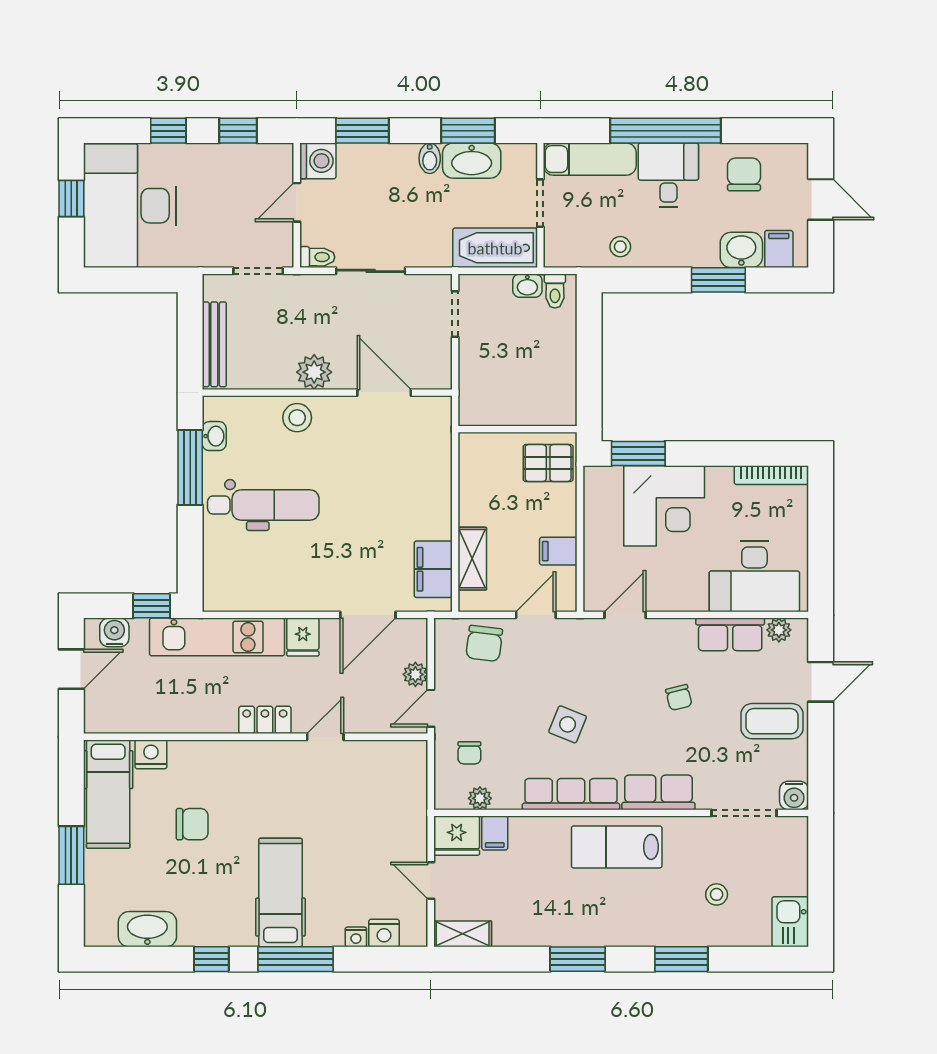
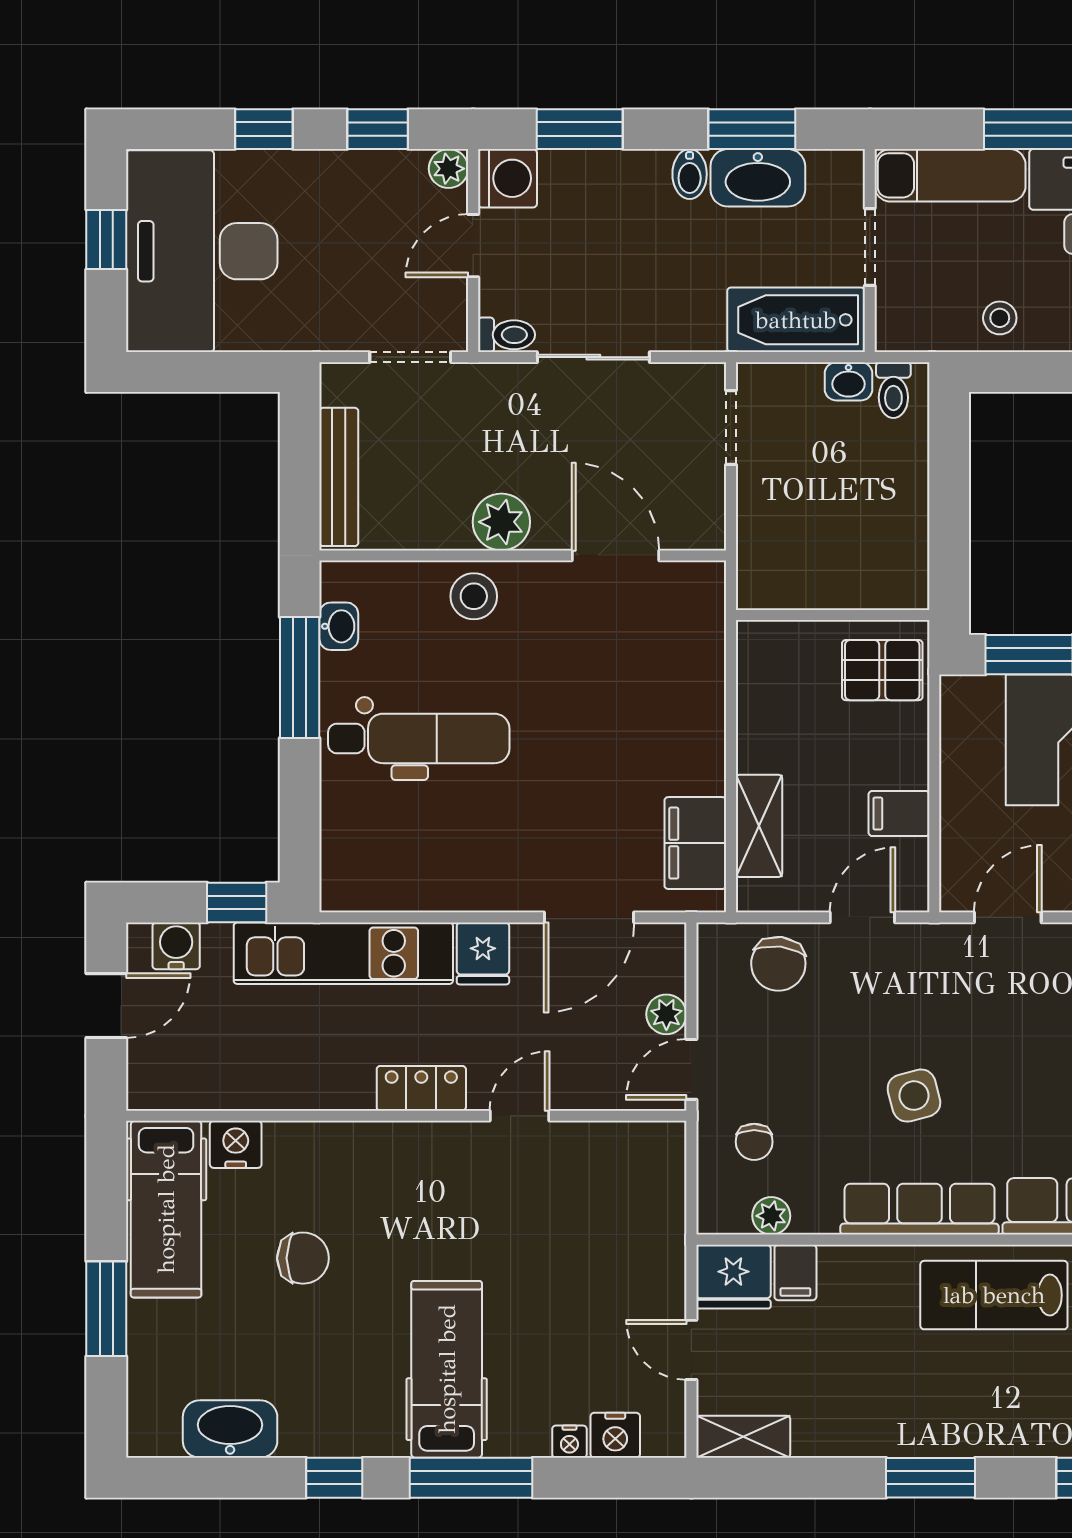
plant: (282, 155) -> (449, 169), added
side table: (568, 724) -> (914, 1096), turned -37

